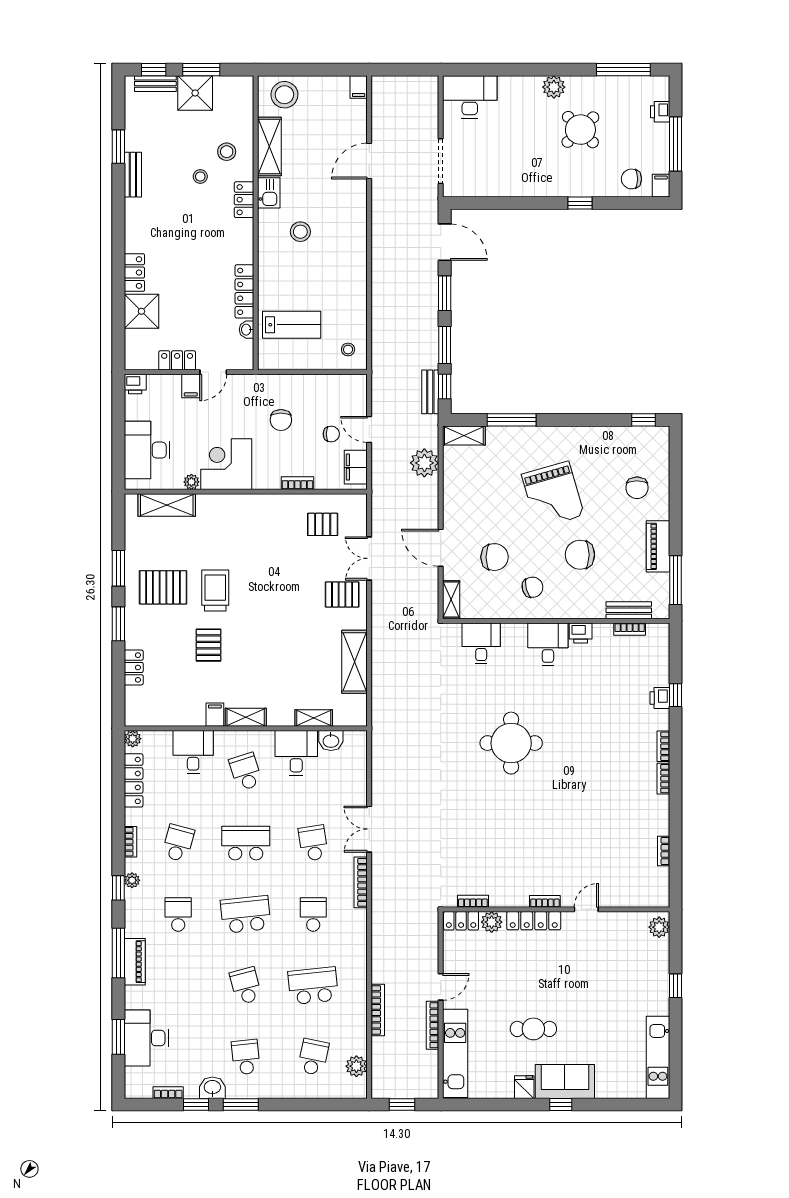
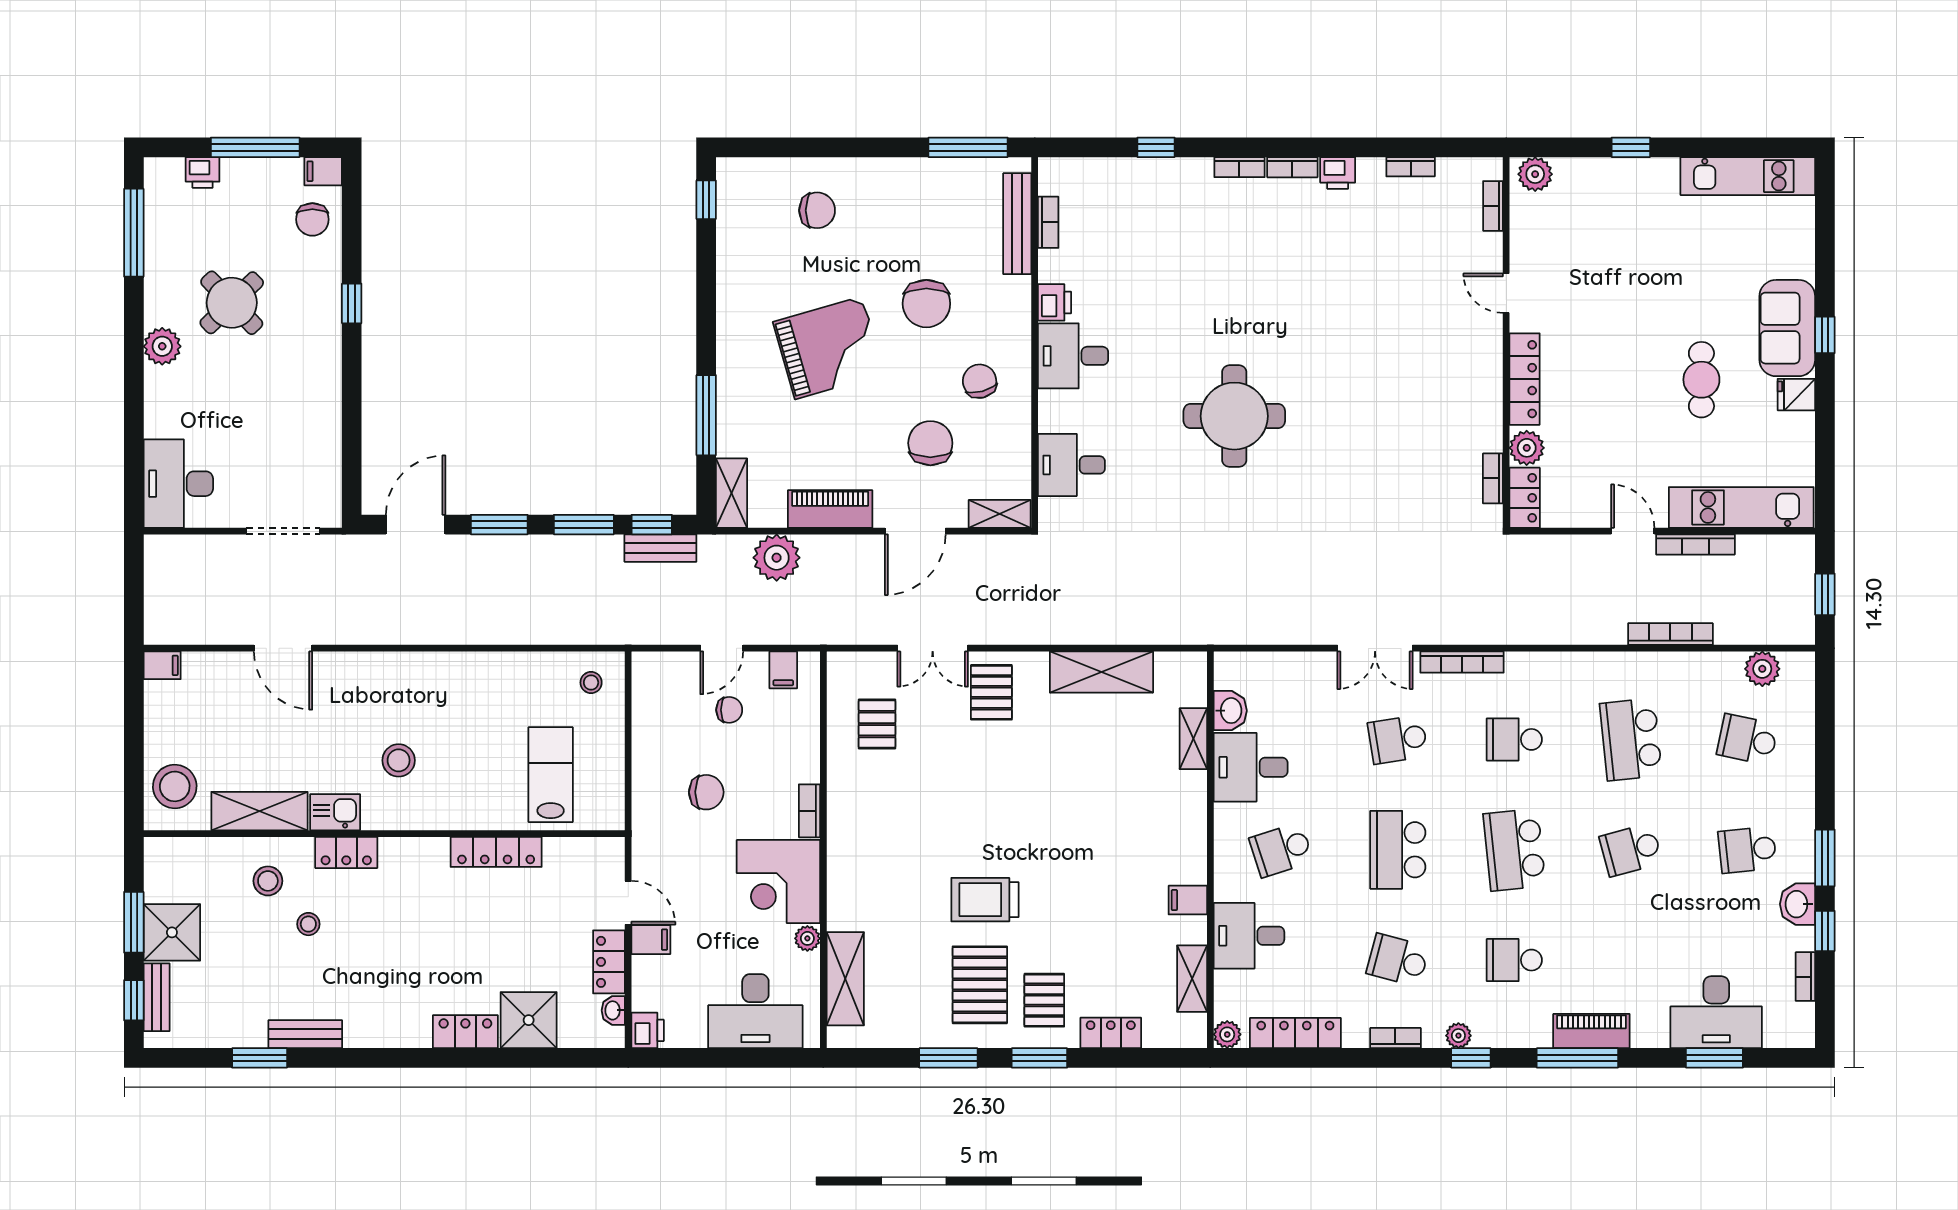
washbasin: (247, 330) -> (613, 1010), moved, turned 90
chair: (331, 434) -> (729, 710), turned 90
filing cabinet: (356, 467) -> (783, 670), width x0.50
bookcase: (298, 483) -> (809, 811), moved
piano: (658, 546) -> (830, 509), moved, turned 180
bench: (629, 610) -> (1017, 224), width x1.36
pallet: (208, 645) -> (1044, 1000), moved, turned 90
printer: (660, 698) -> (1338, 173), moved
shelving: (246, 717) -> (1192, 979), moved
bookcase: (545, 901) -> (1493, 206), moved

